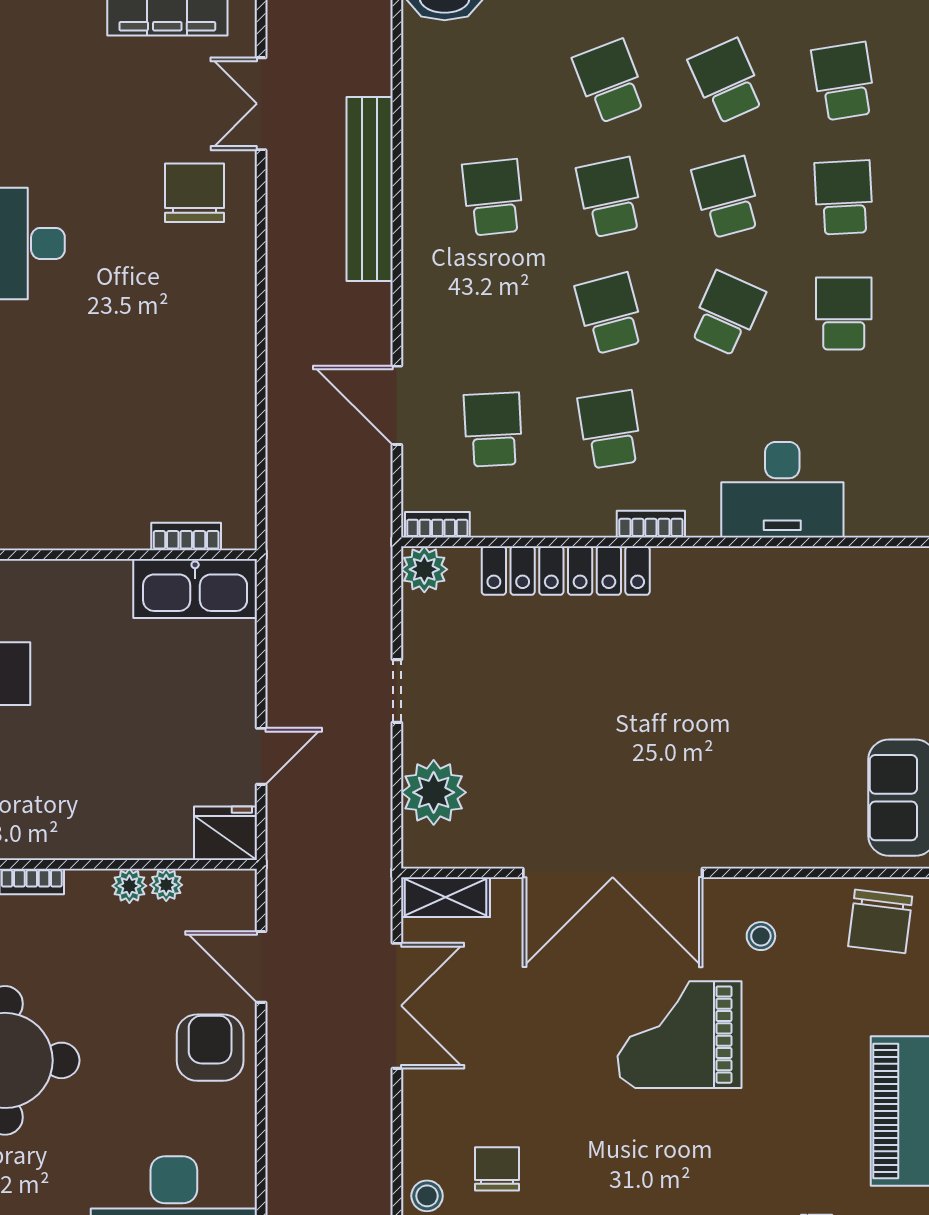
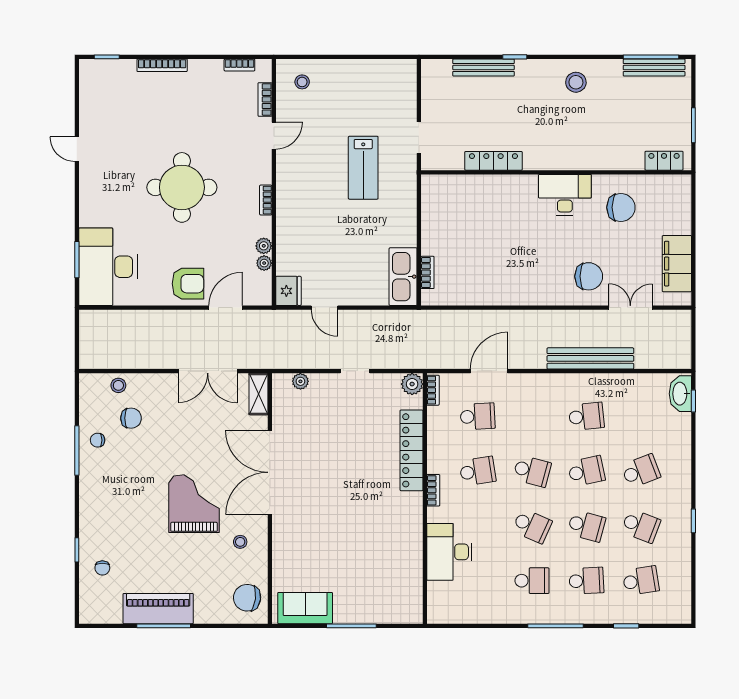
school desk: (727, 81) -> (641, 526), turned 45
chair: (48, 124) -> (621, 207), added
school desk: (727, 197) -> (586, 526), turned 30
school desk: (610, 313) -> (532, 471), turned 30
plant: (434, 792) -> (300, 381), width x0.53, depth x0.53

